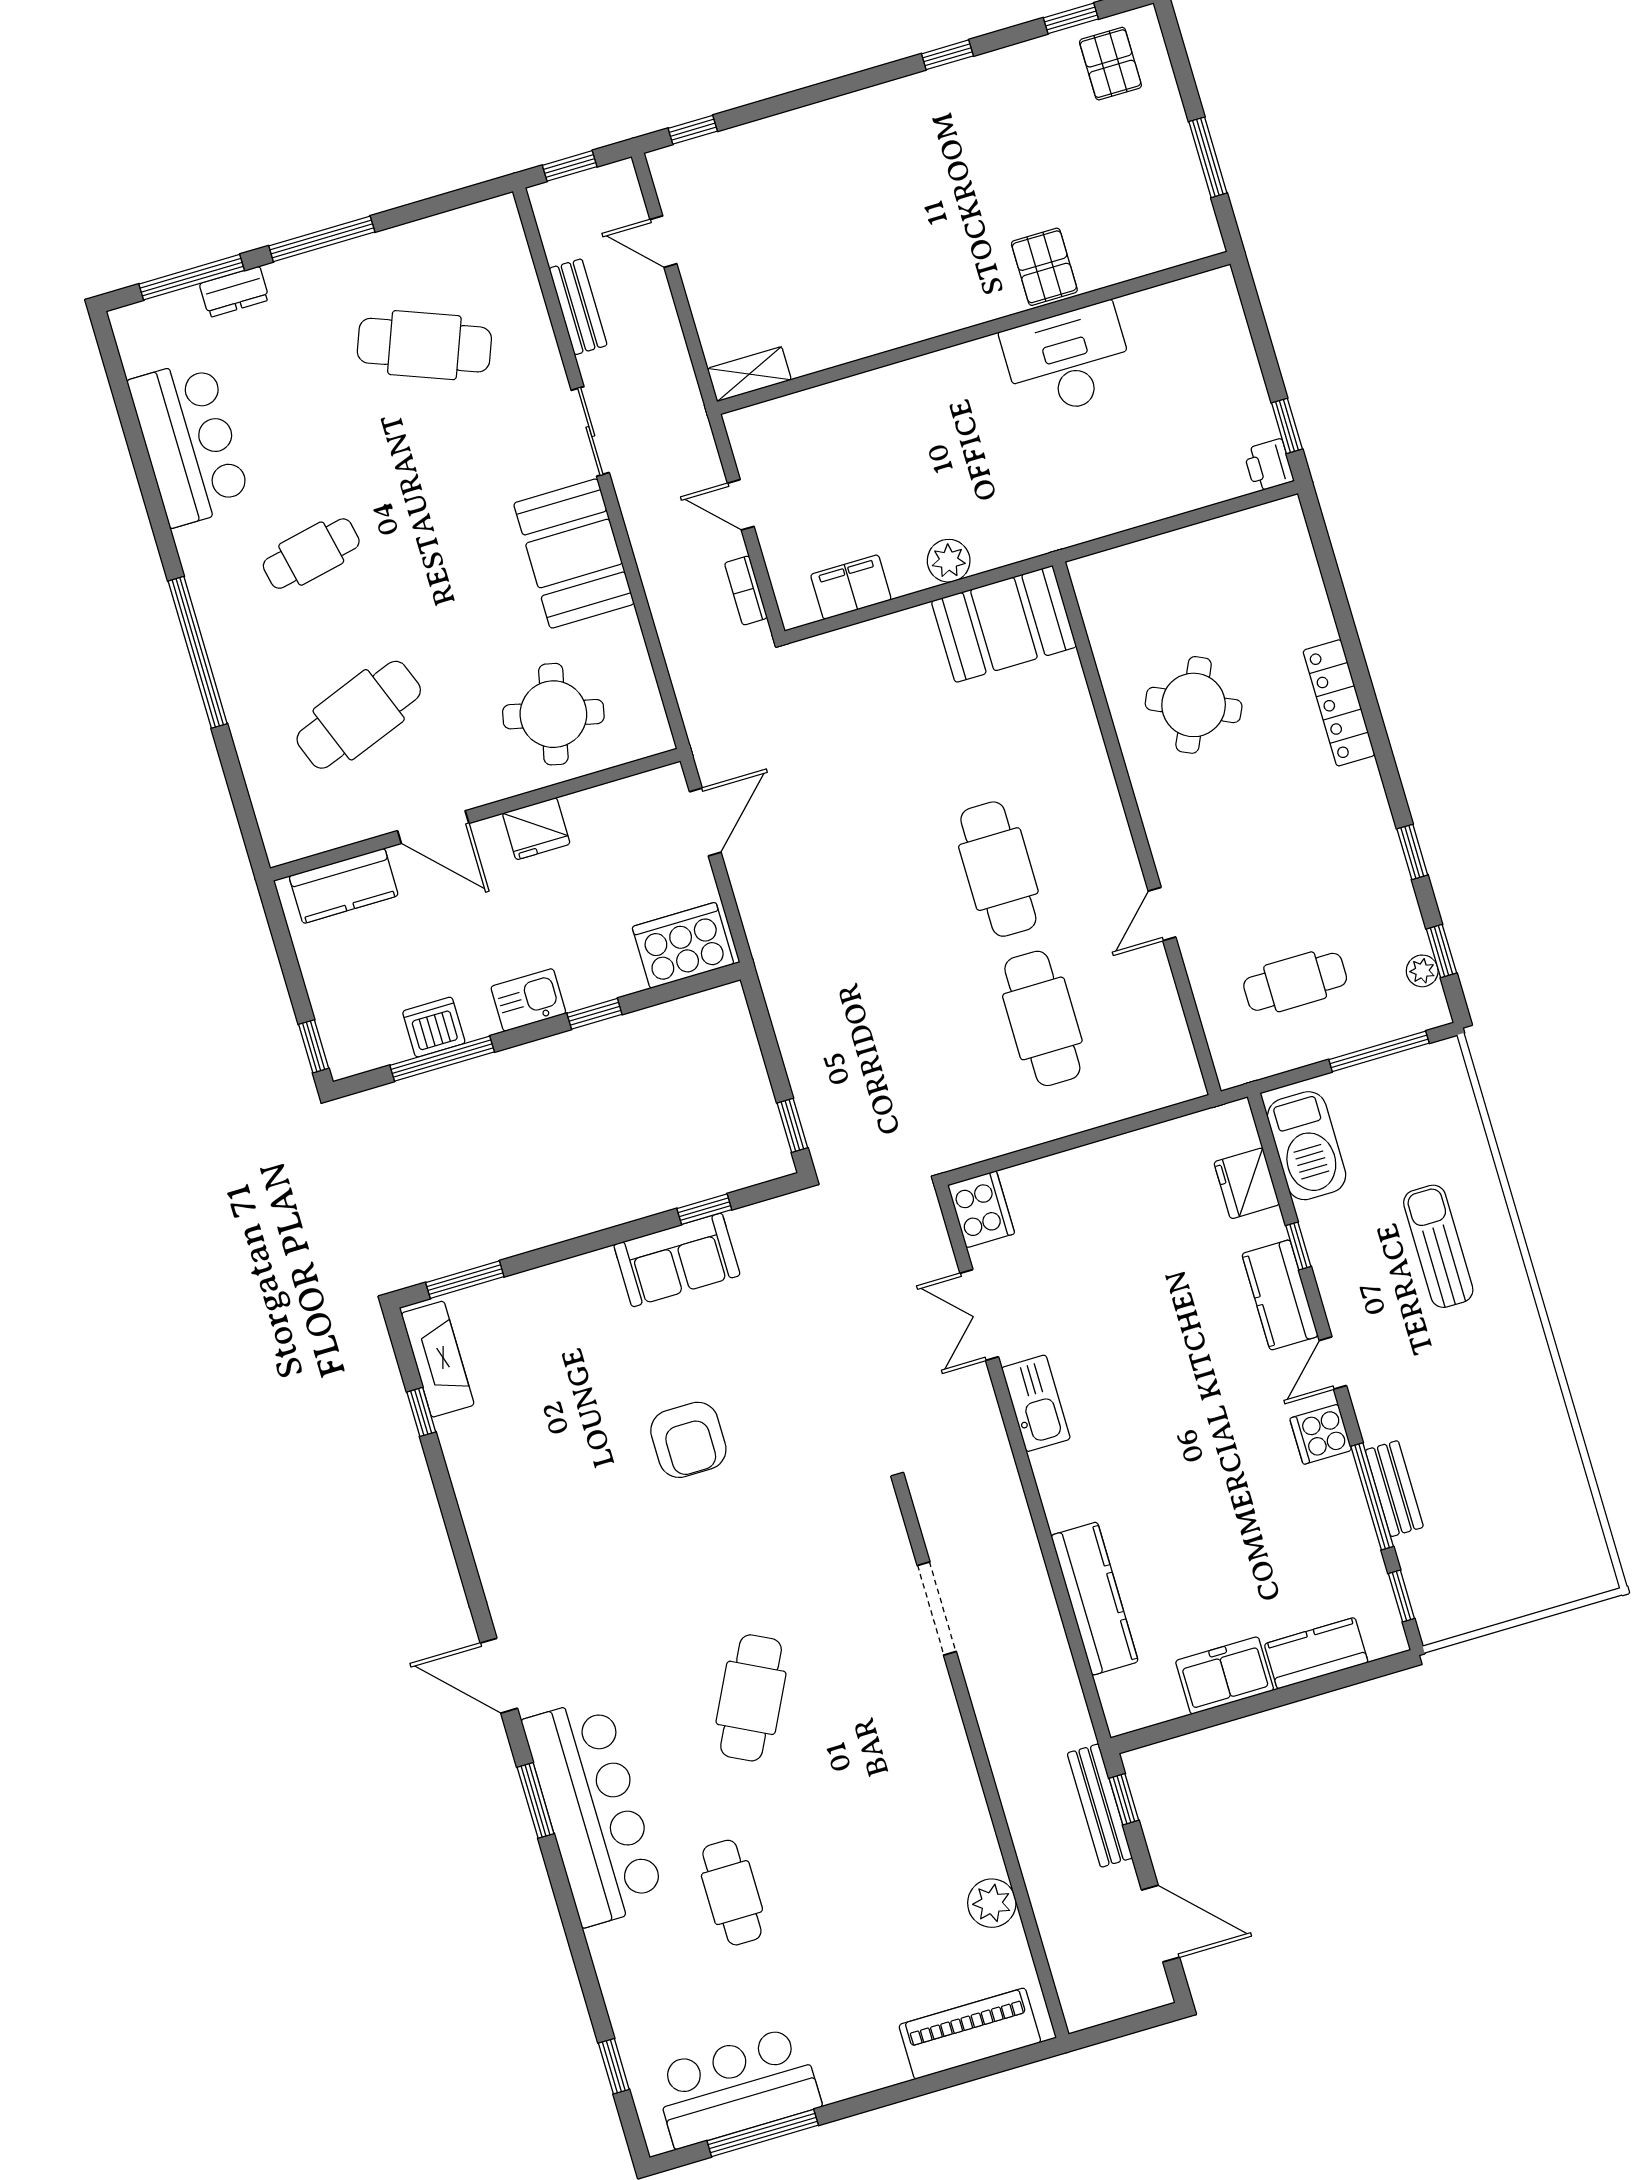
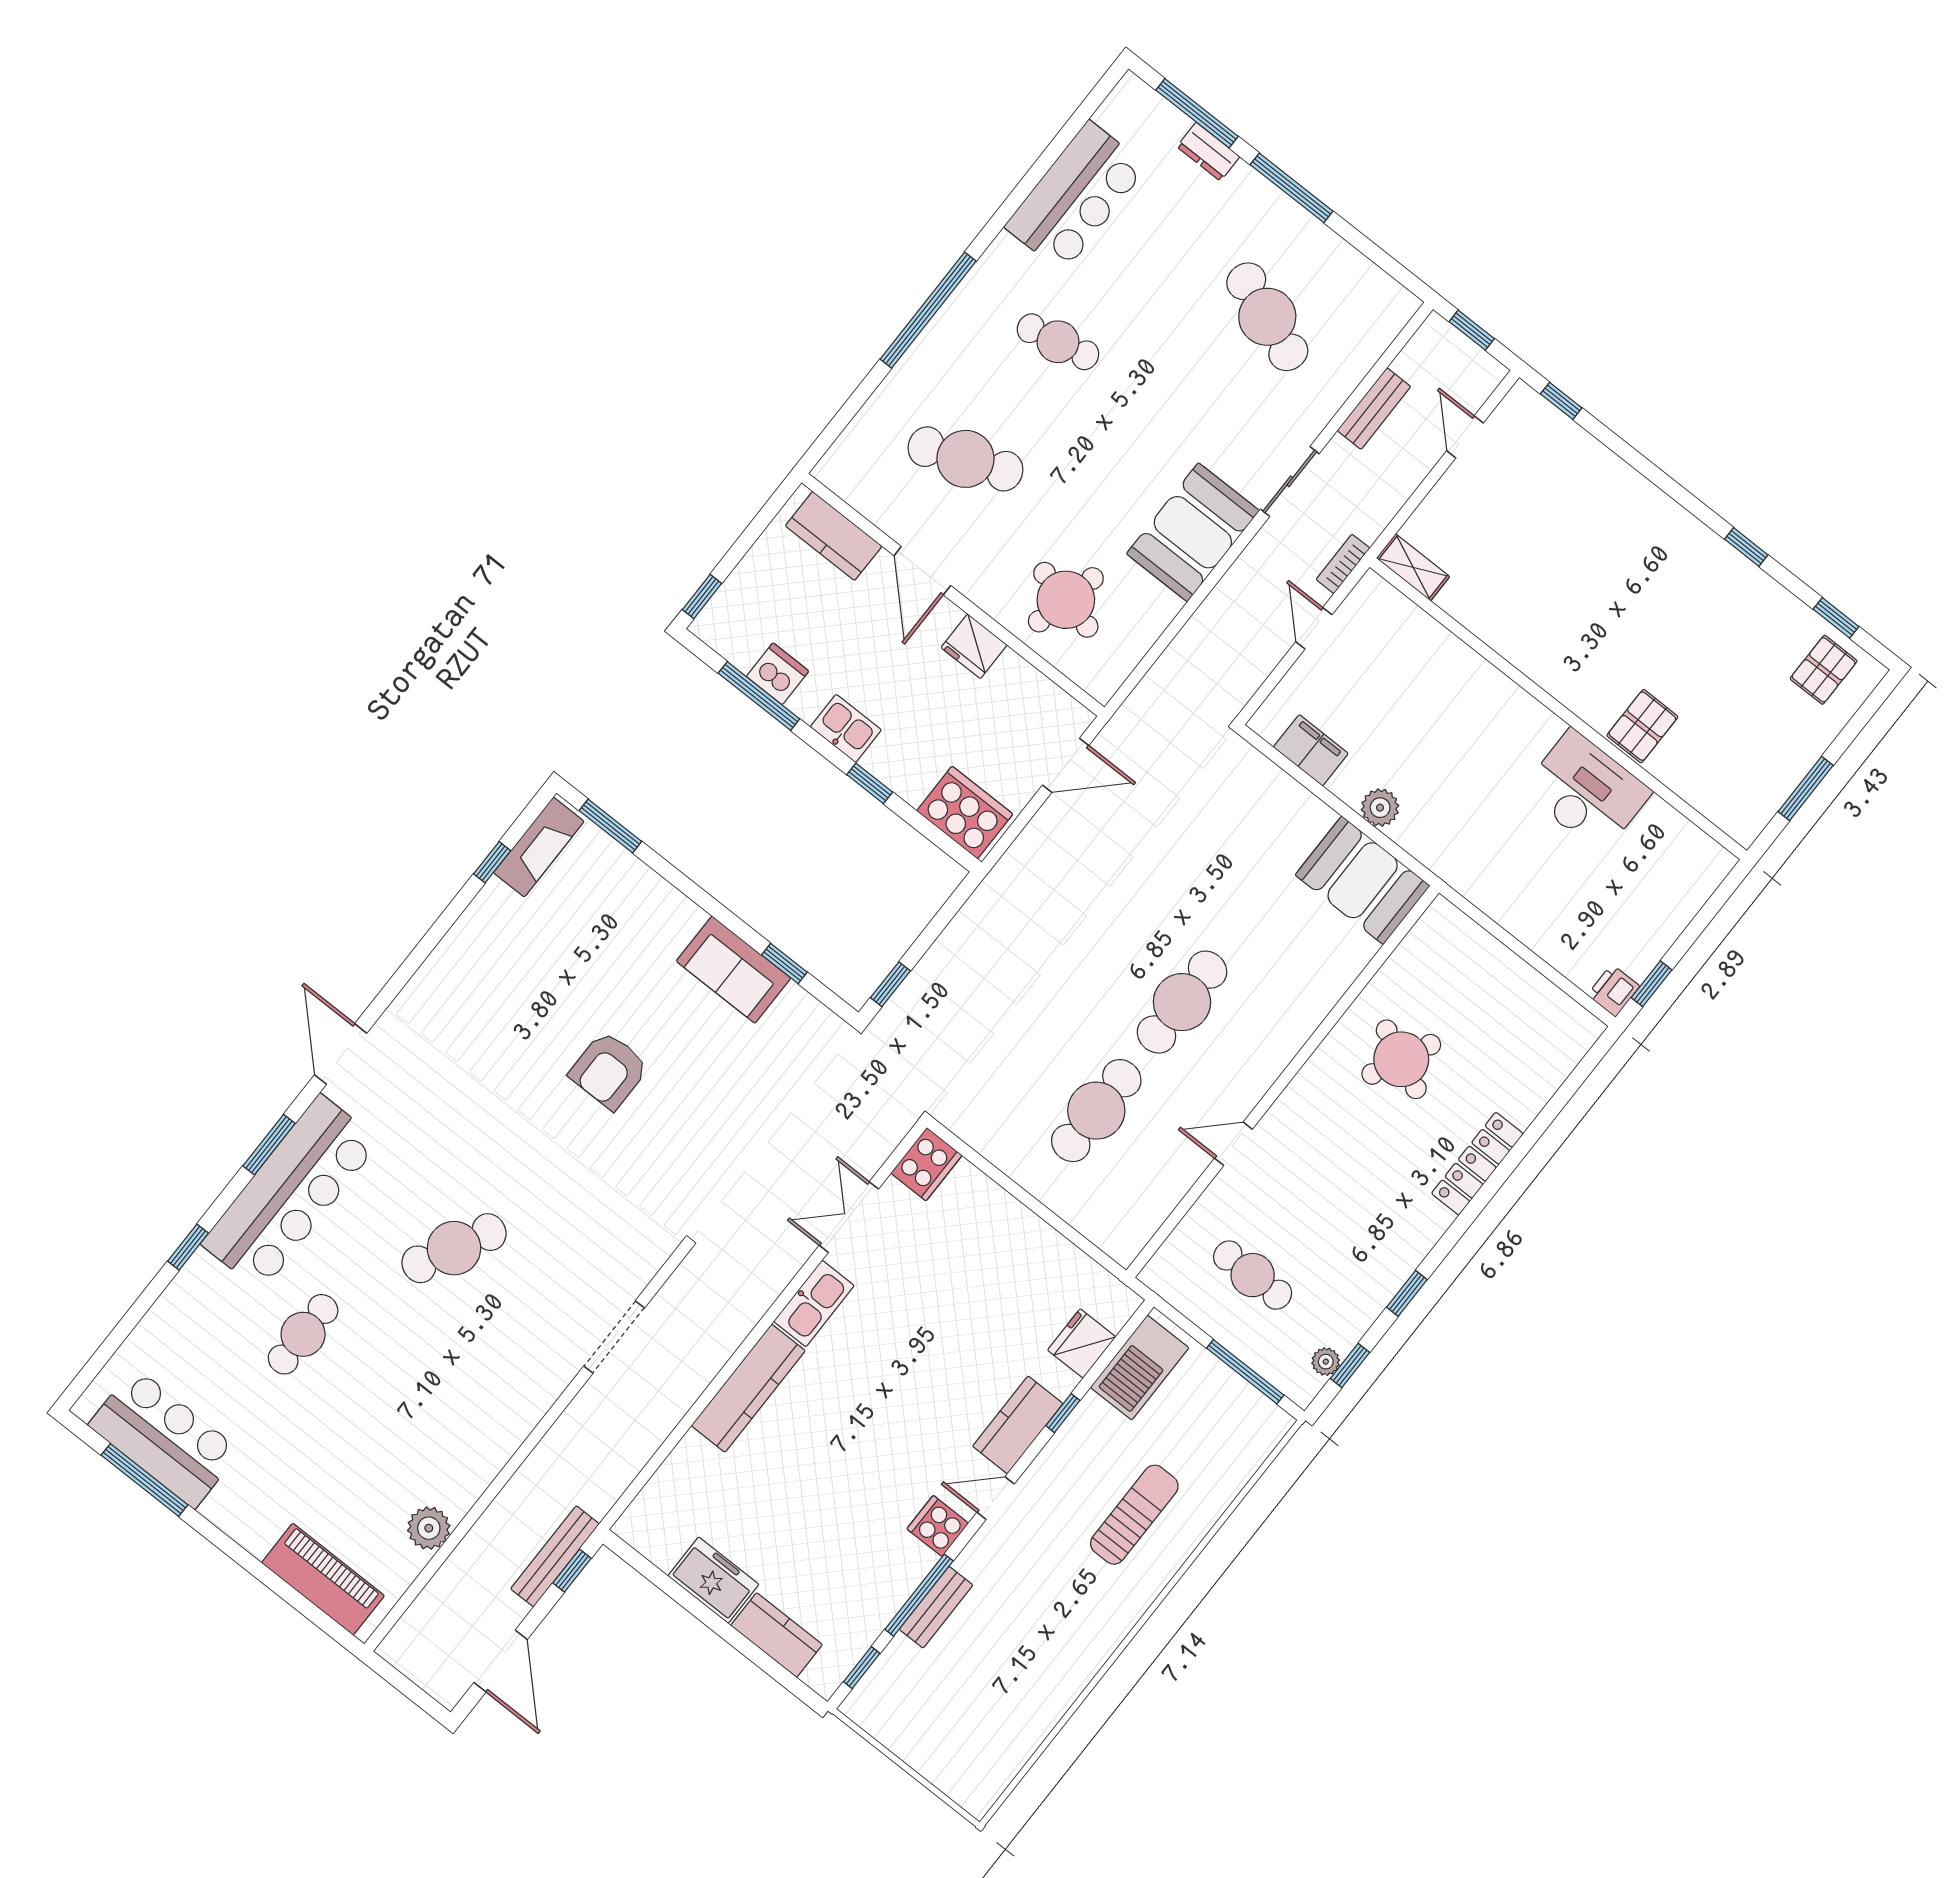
bookcase: (746, 590) -> (1343, 564), moved
kitchen counter: (1095, 1599) -> (748, 1388), moved
window: (614, 2066) -> (188, 1247), moved

